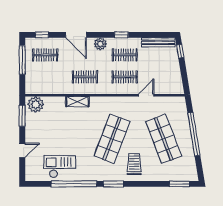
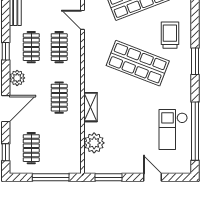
window: (22, 60) -> (51, 177), moved
plant: (36, 104) -> (94, 143), moved
trolley: (134, 164) -> (170, 35), turned 90
window: (74, 184) -> (195, 131), moved

